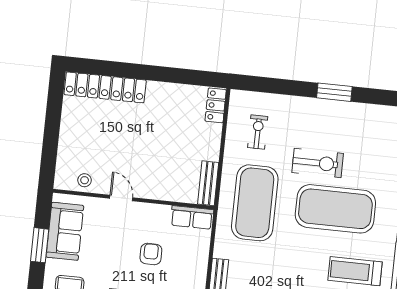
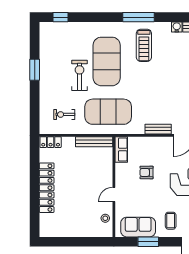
locker: (105, 87) -> (47, 188), moved
bench: (208, 183) -> (94, 142), width x1.36

